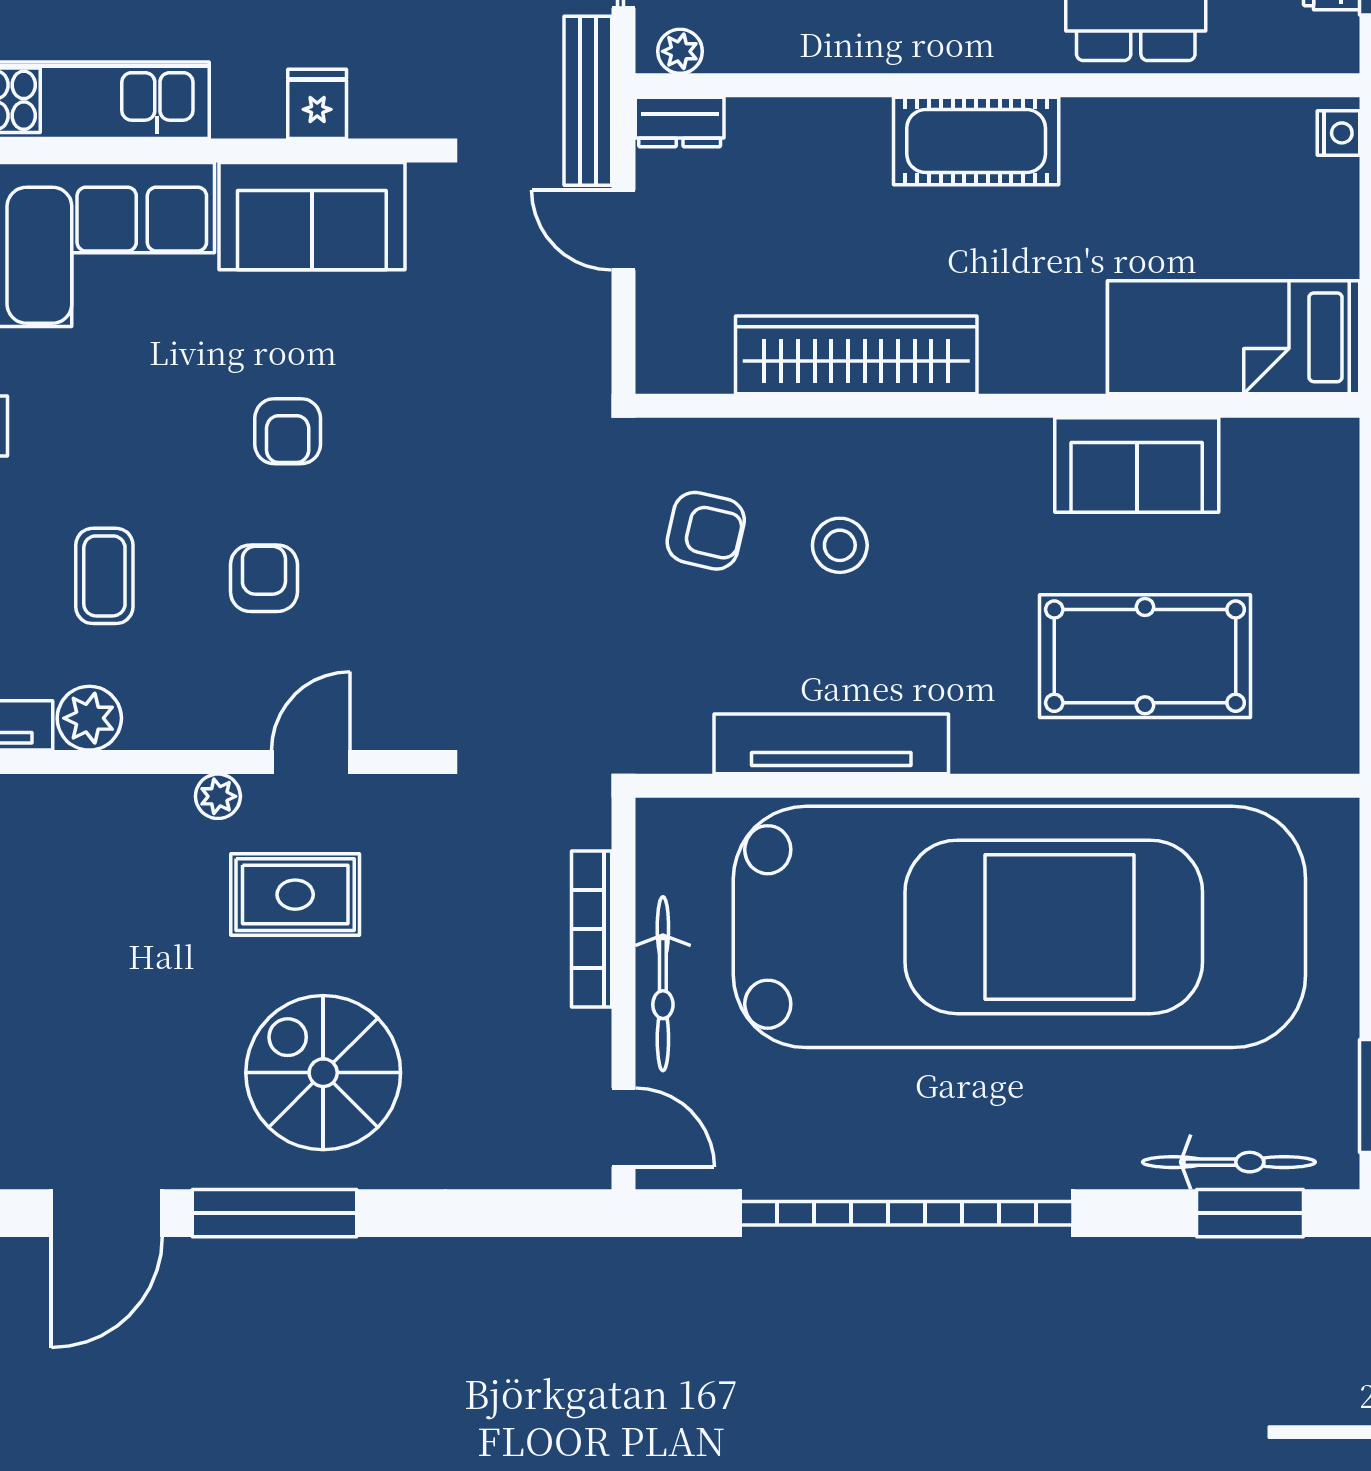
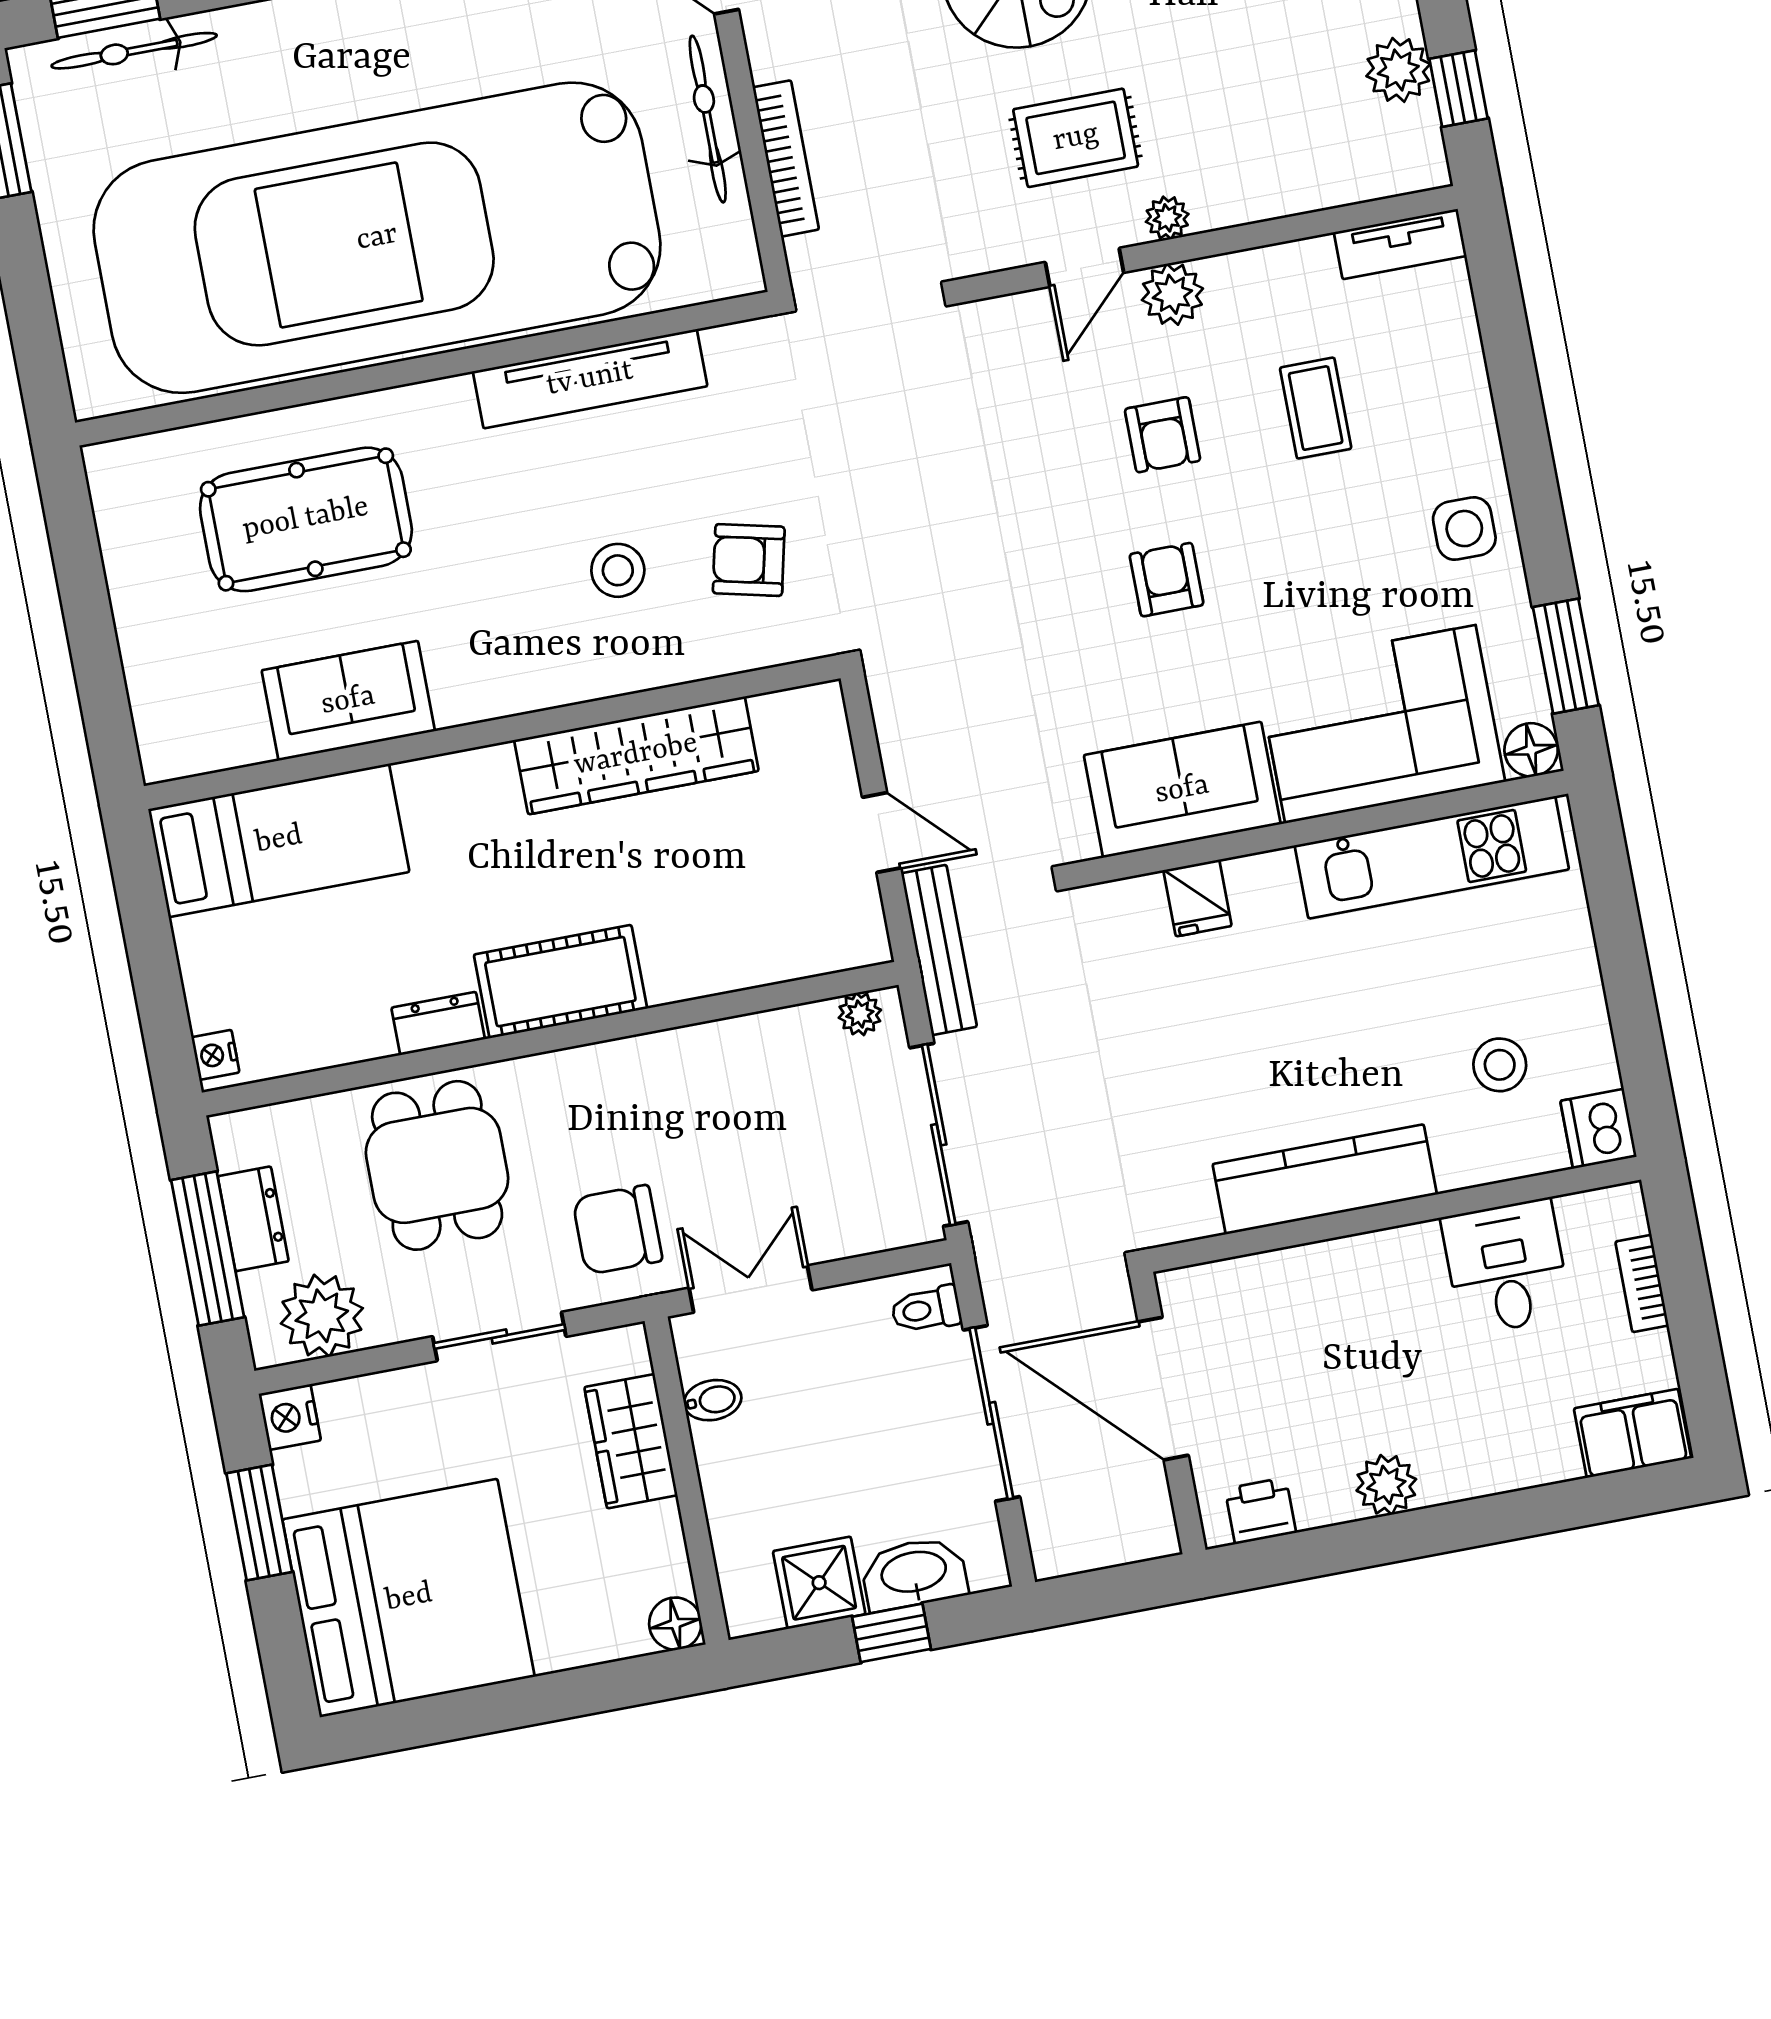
dresser: (680, 122) -> (438, 1023), moved
plant: (89, 718) -> (1172, 294), moved

